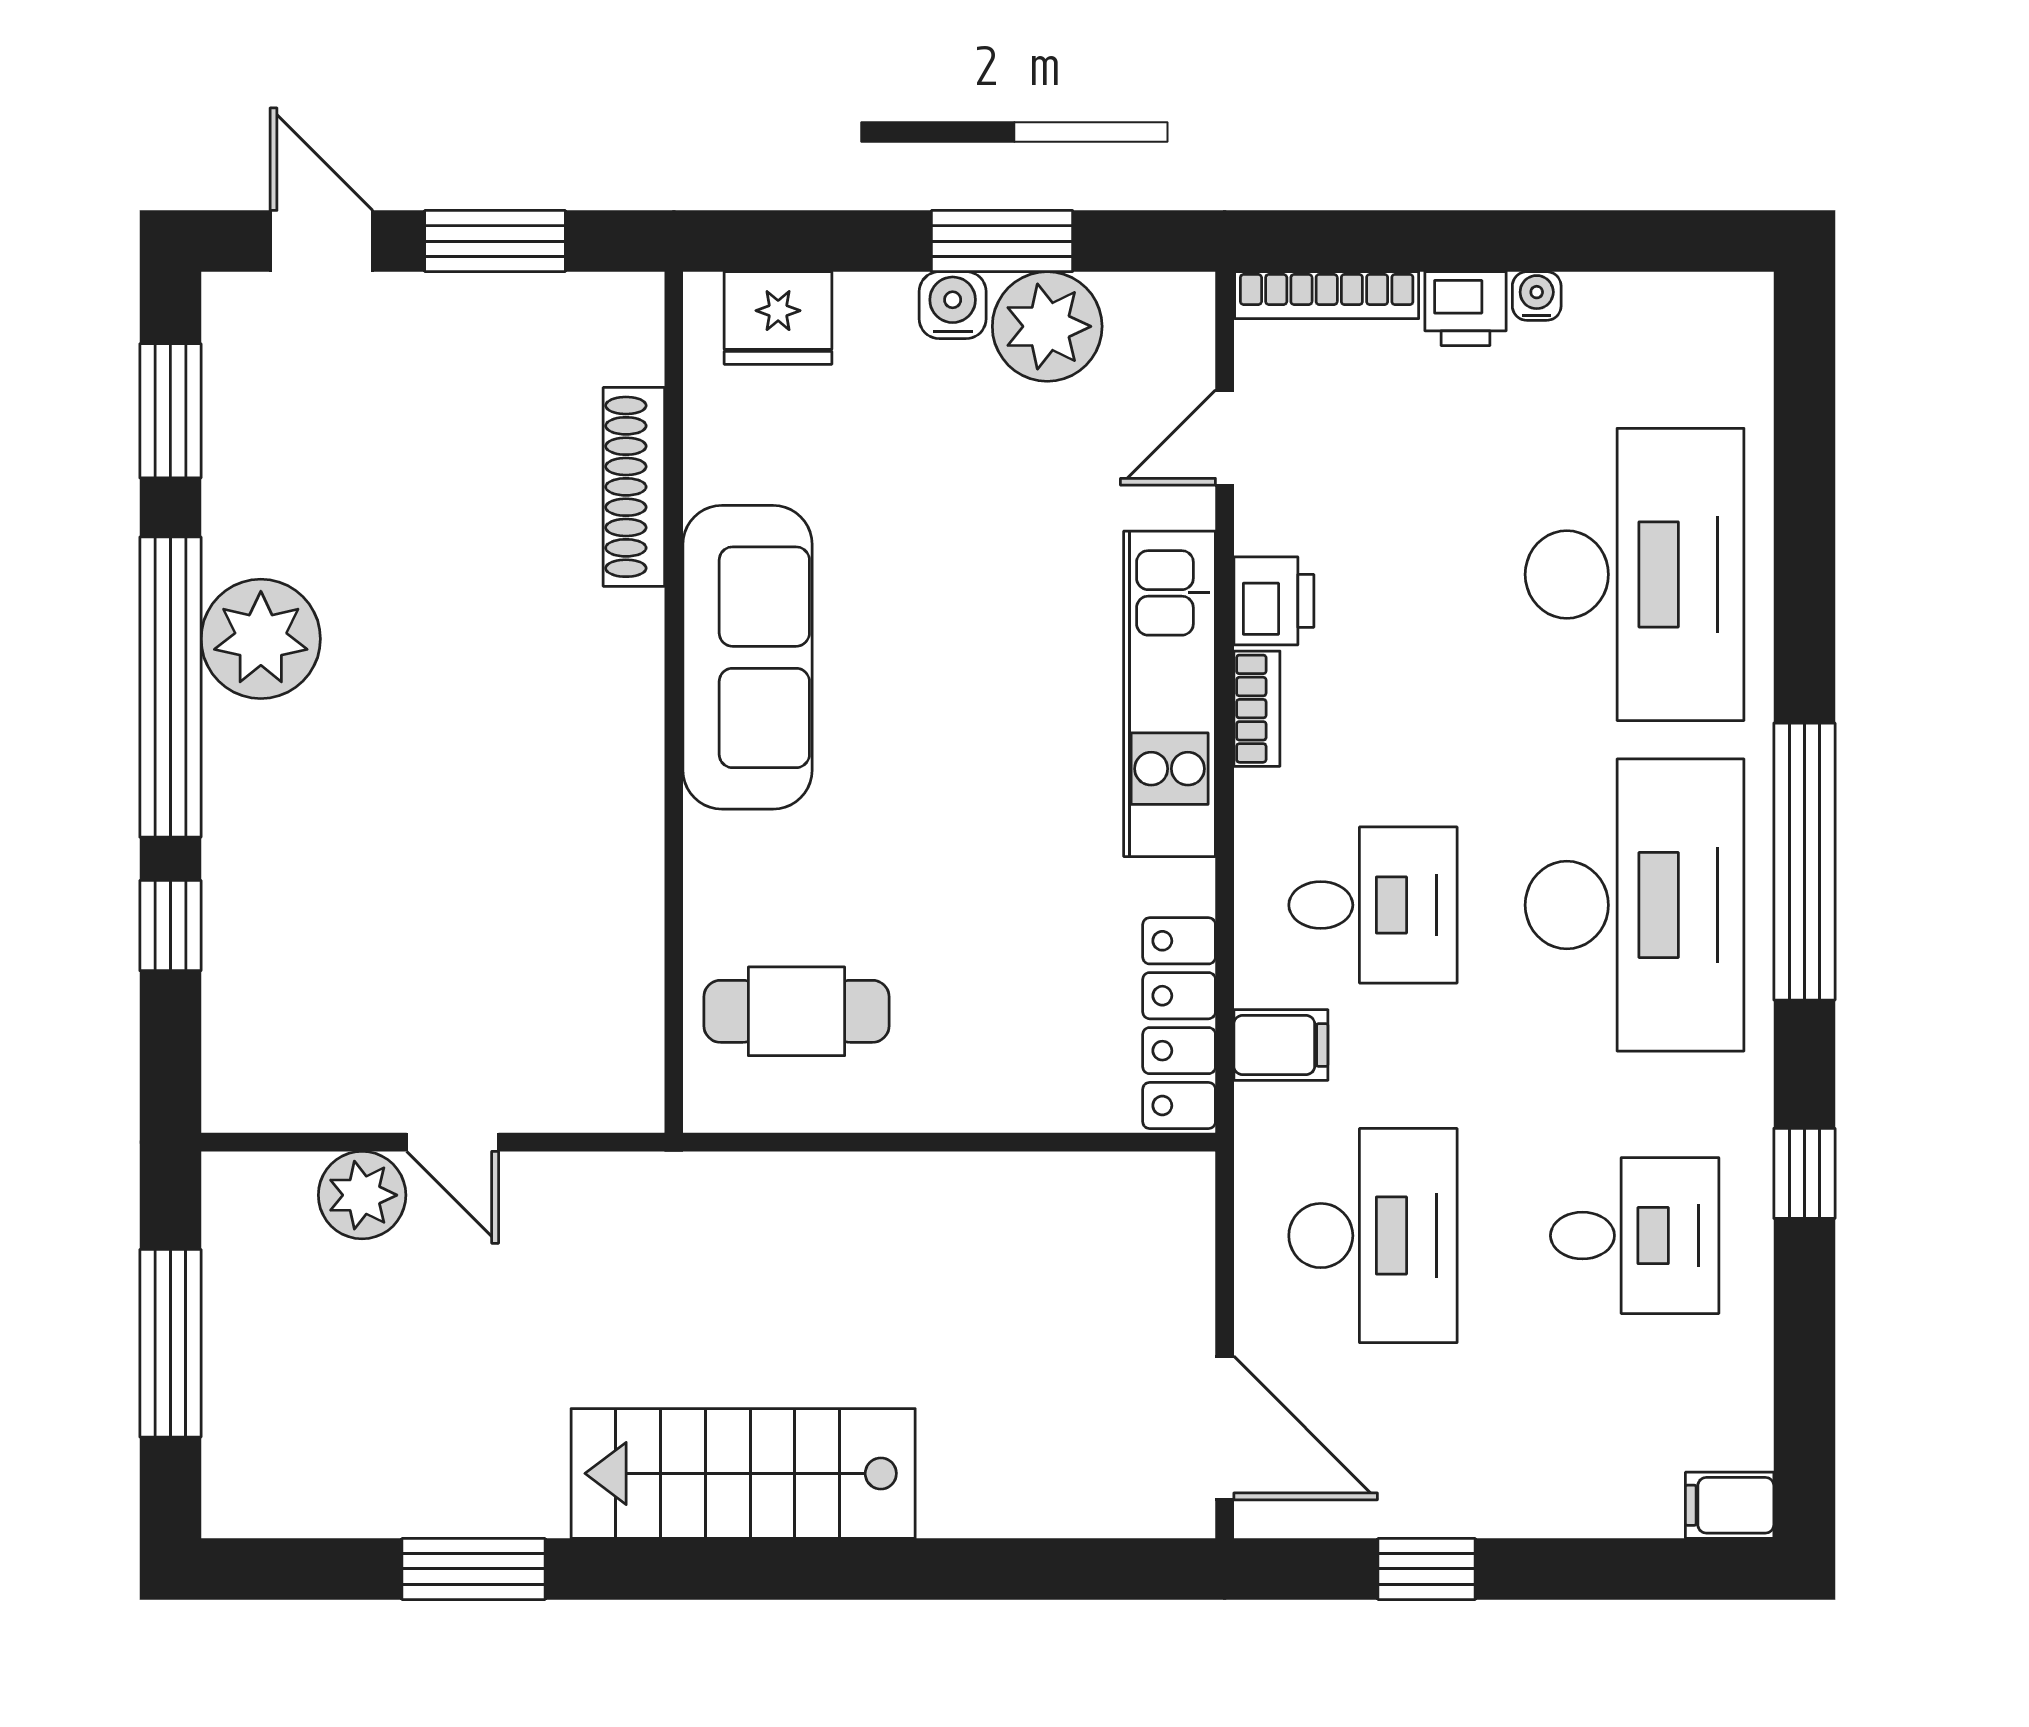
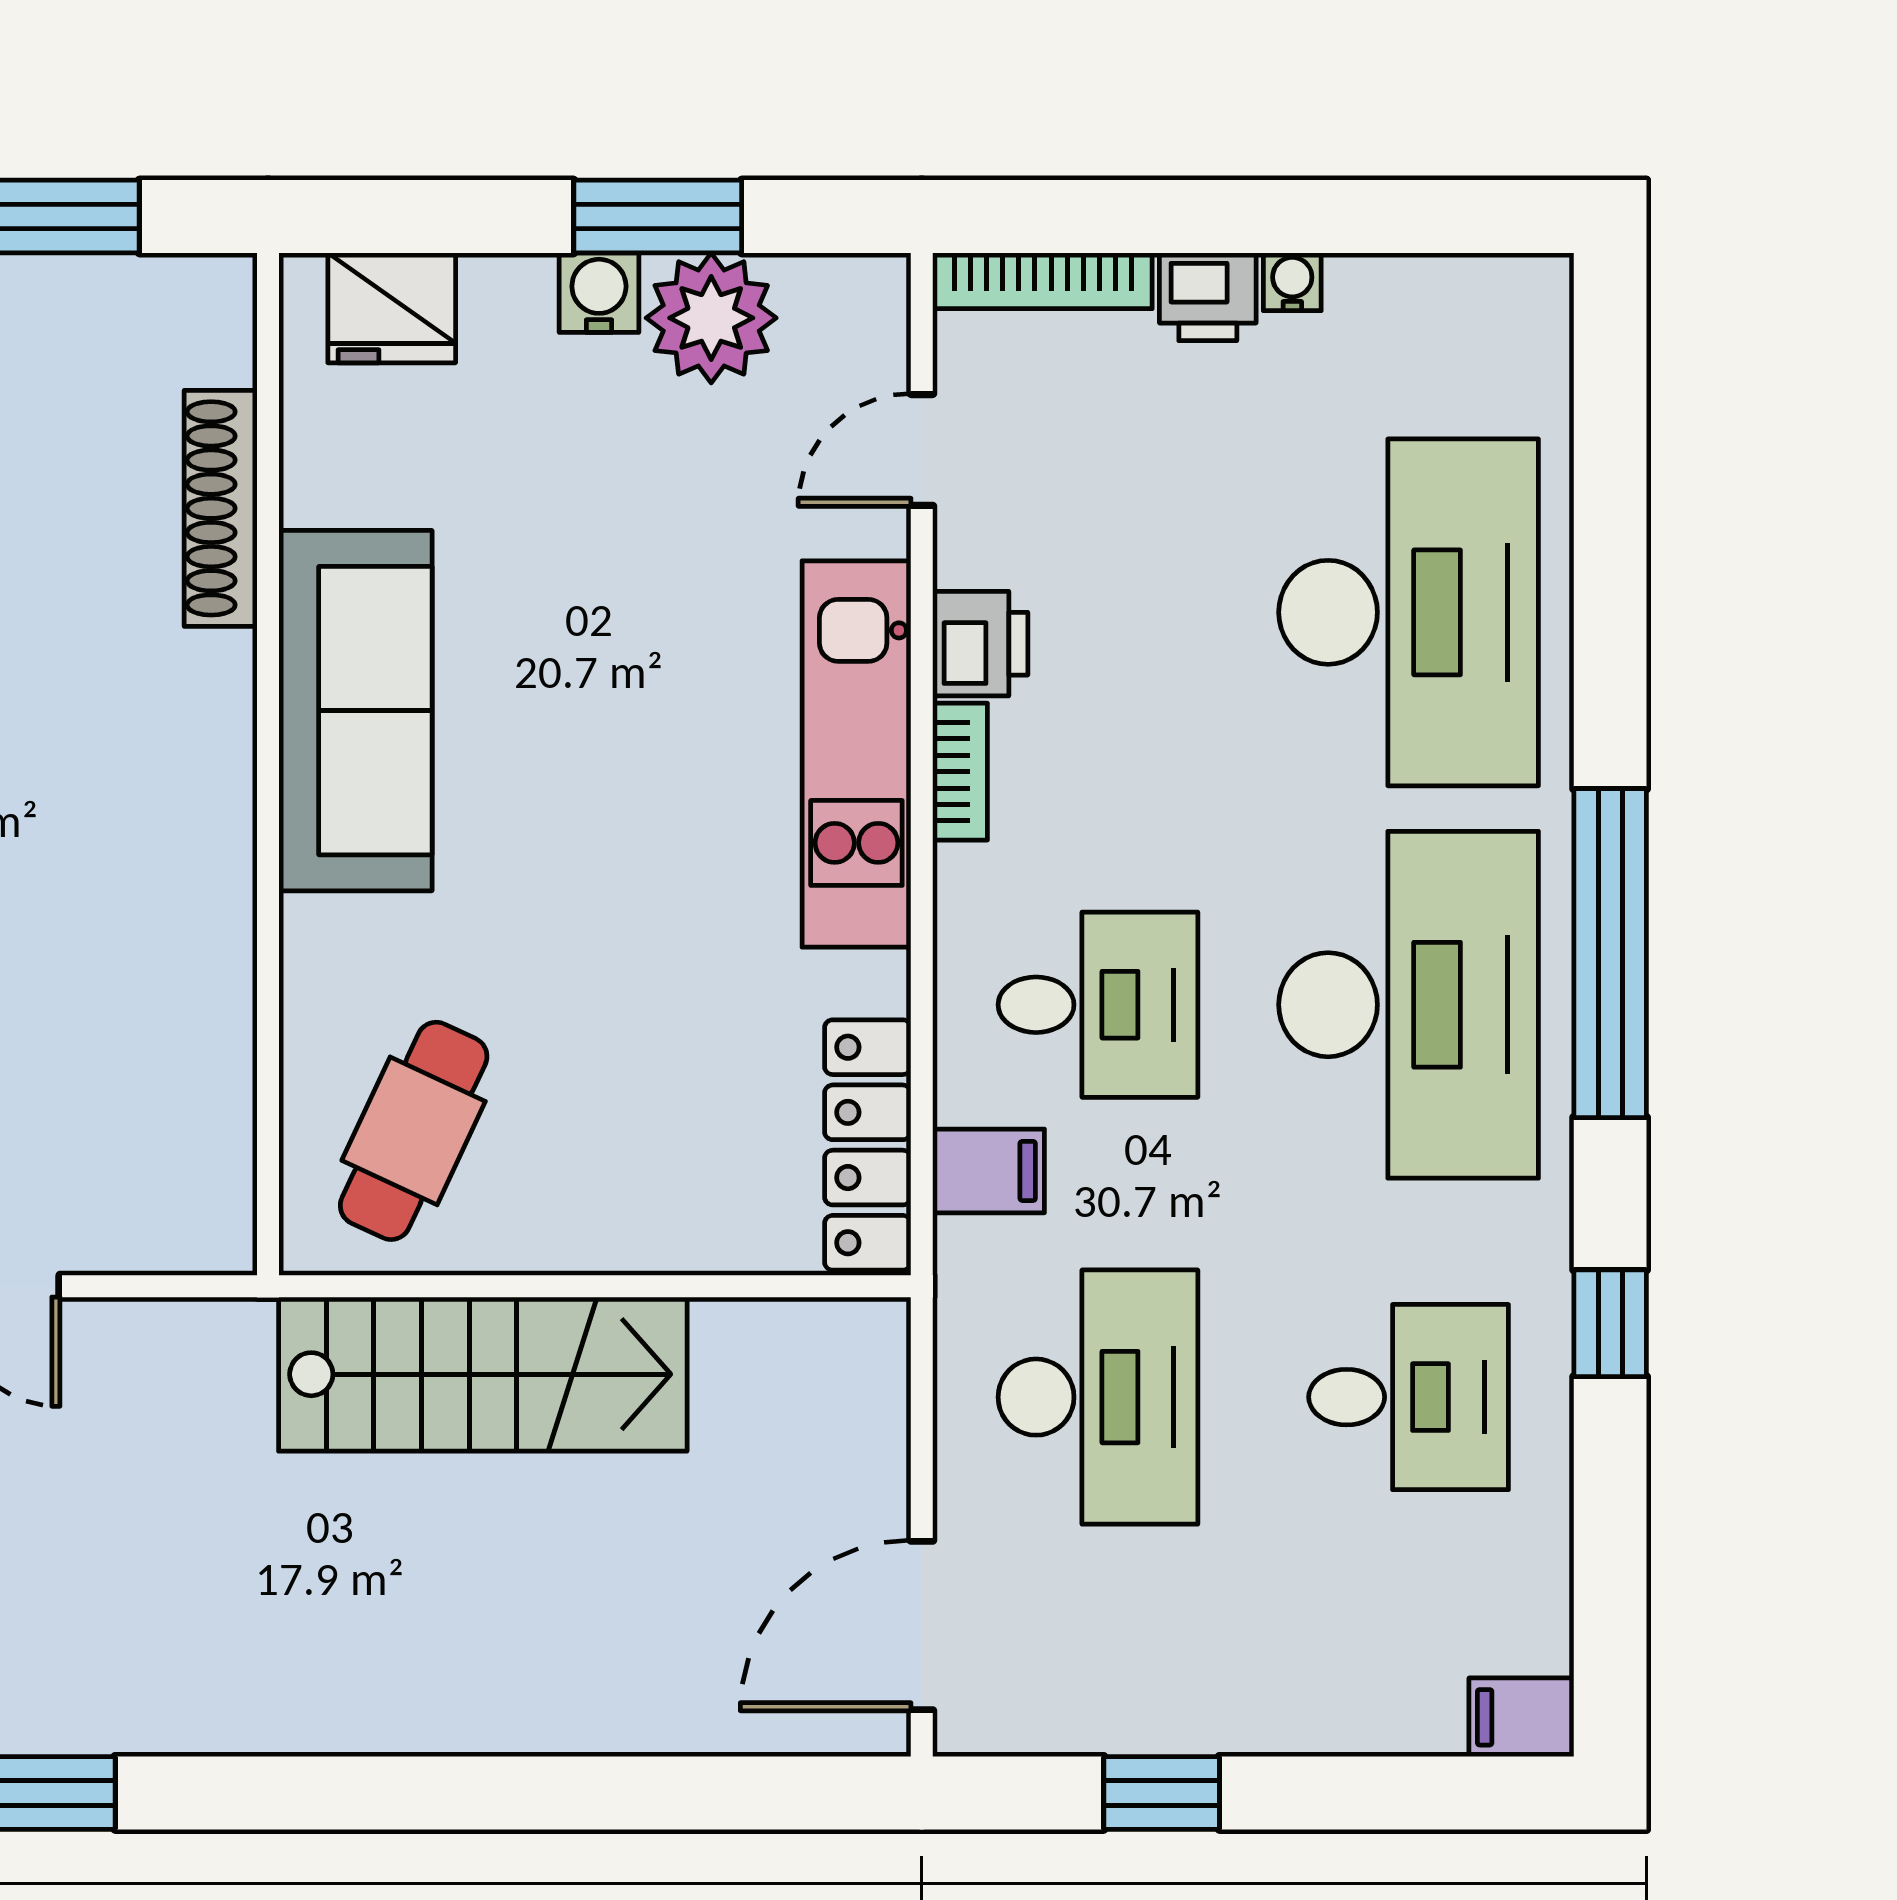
cafe table: (796, 1011) -> (414, 1131), turned -65
door: (1225, 1428) -> (922, 1625), swing flipped
stairs: (743, 1473) -> (483, 1374), moved, turned 180

